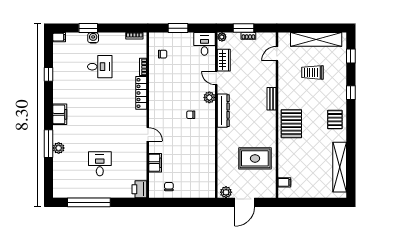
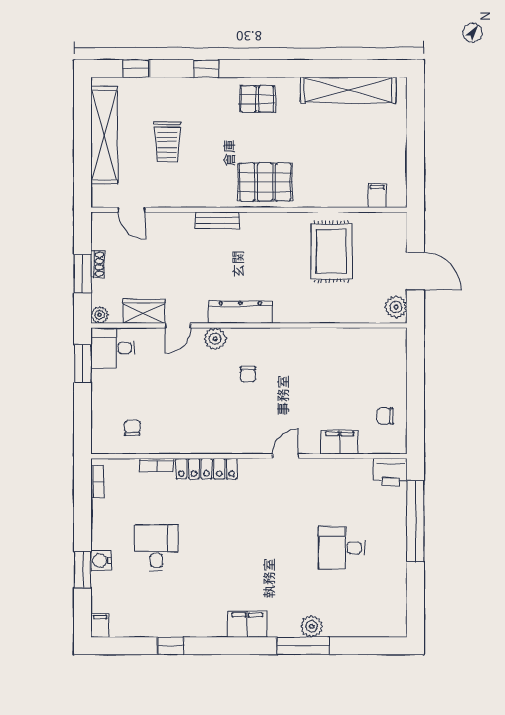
window: (178, 28) -> (83, 363), moved
window: (89, 202) -> (415, 521), moved

